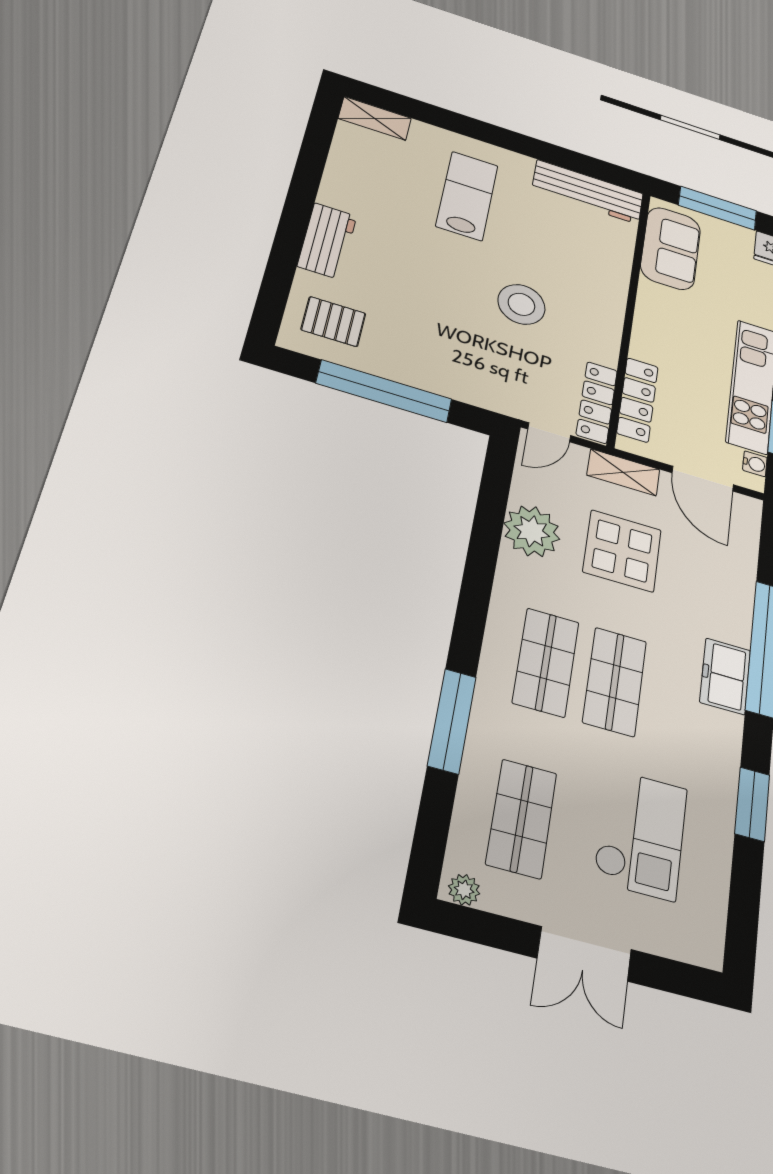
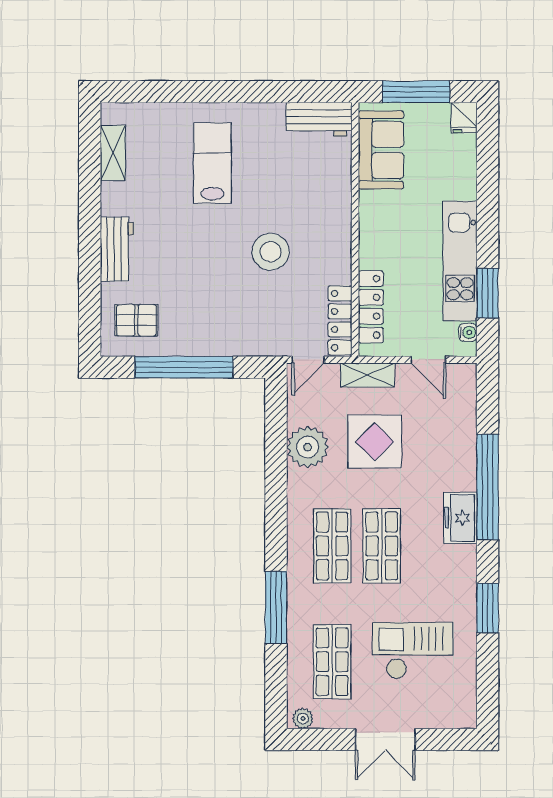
shelving: (375, 118) -> (113, 153), moved, turned 90
workbench: (588, 192) -> (319, 119), width x0.73
door: (703, 479) -> (428, 360), width x0.73
checkout: (641, 834) -> (413, 651), turned -90

